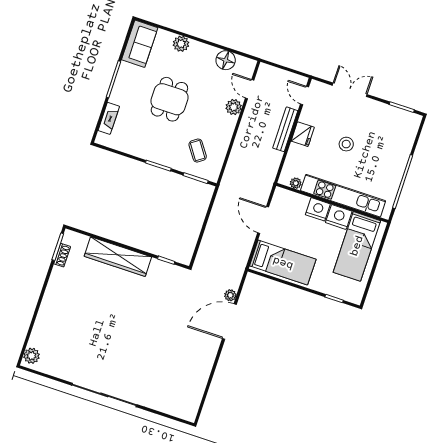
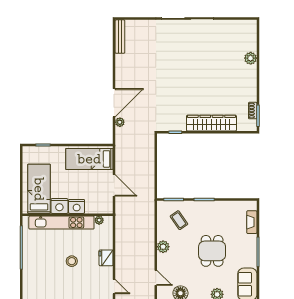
plant: (234, 107) -> (163, 247), moved
bench: (285, 129) -> (120, 37), moved
plant: (32, 356) -> (251, 58), moved

